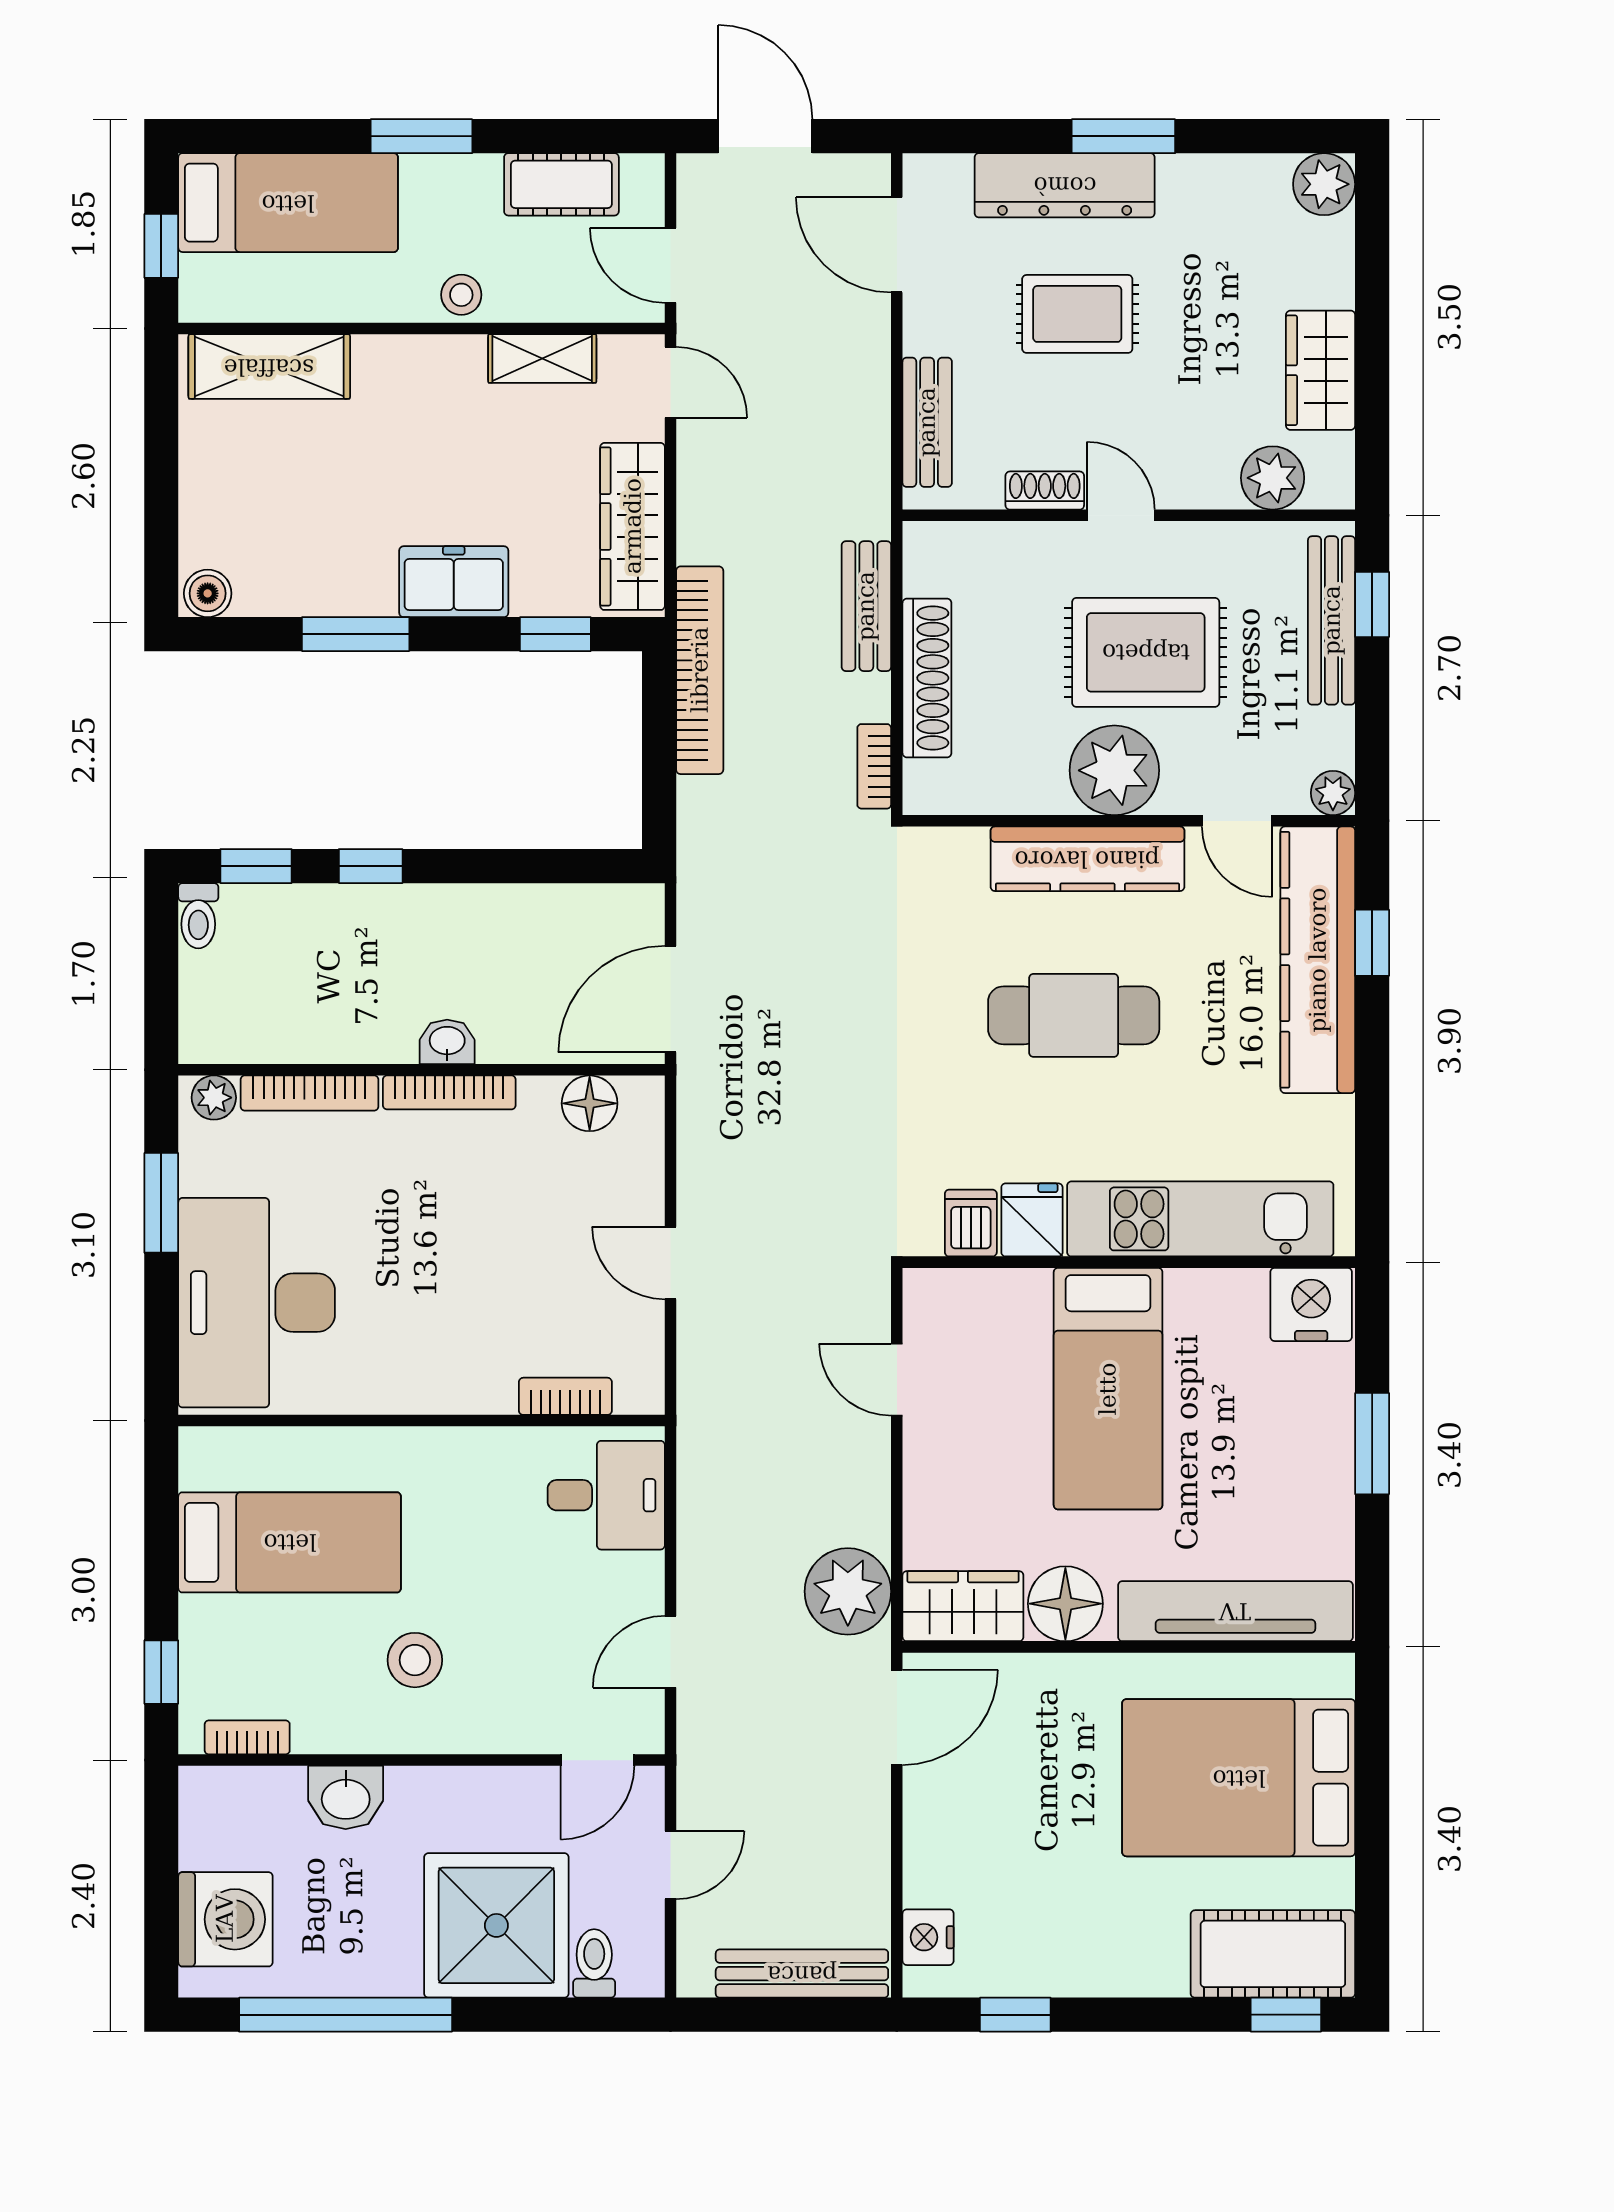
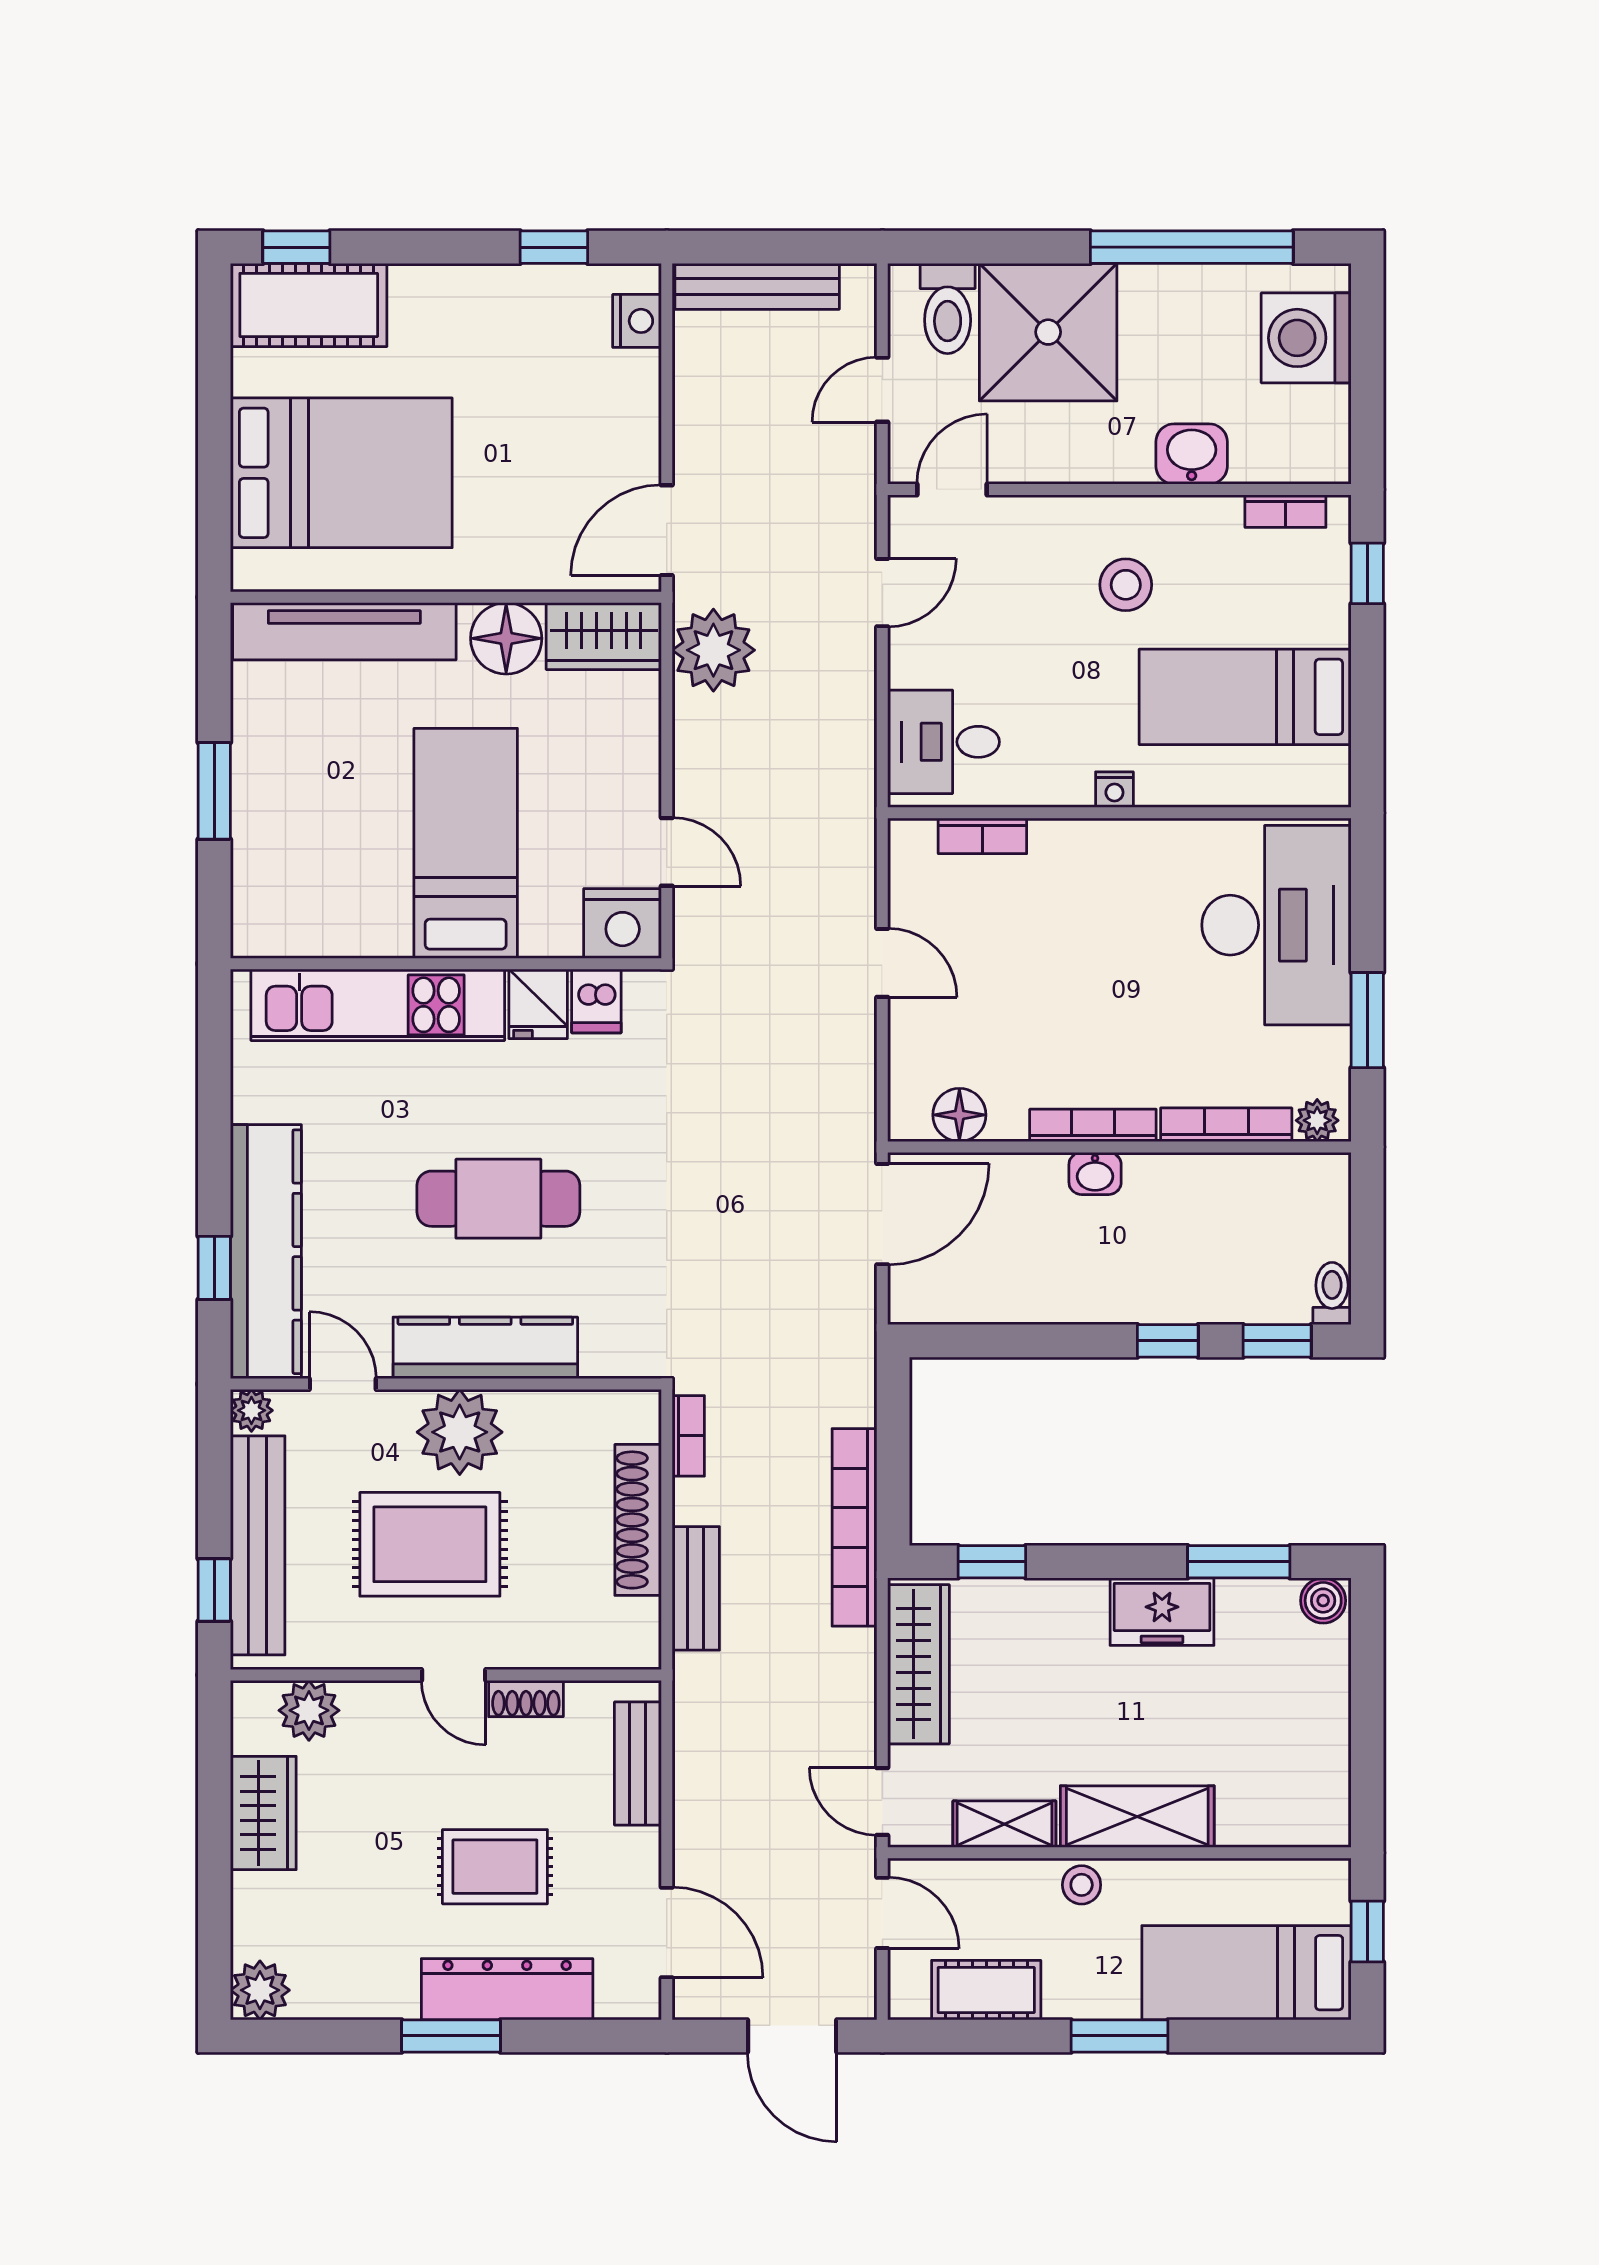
shelving: (269, 367) -> (1137, 1817), moved
freezer: (454, 582) -> (1162, 1612), moved
bench: (1332, 620) -> (258, 1545), width x1.37, depth x1.21
window: (356, 634) -> (1239, 1562), moved
nightstand: (1311, 1304) -> (623, 923), moved
nightstand: (427, 1445) -> (1114, 790), added
toilet: (594, 1963) -> (948, 308), width x1.37, depth x1.39

